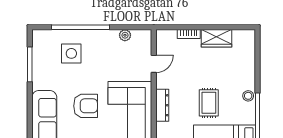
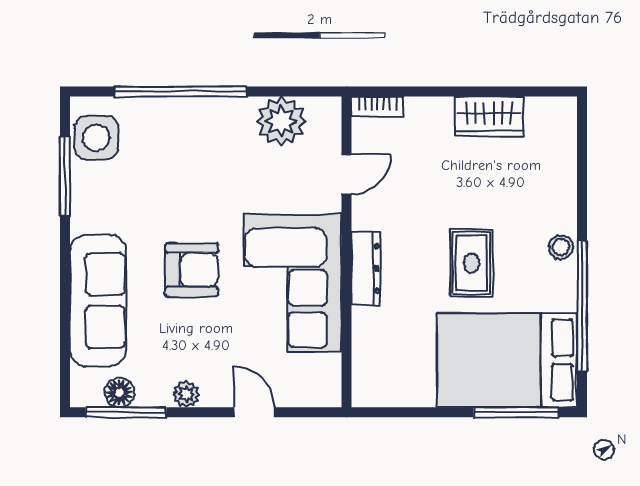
bookcase: (189, 34) -> (377, 107), moved
plant: (125, 35) -> (281, 121), width x1.87, depth x1.87
side table: (71, 53) -> (96, 138), moved

